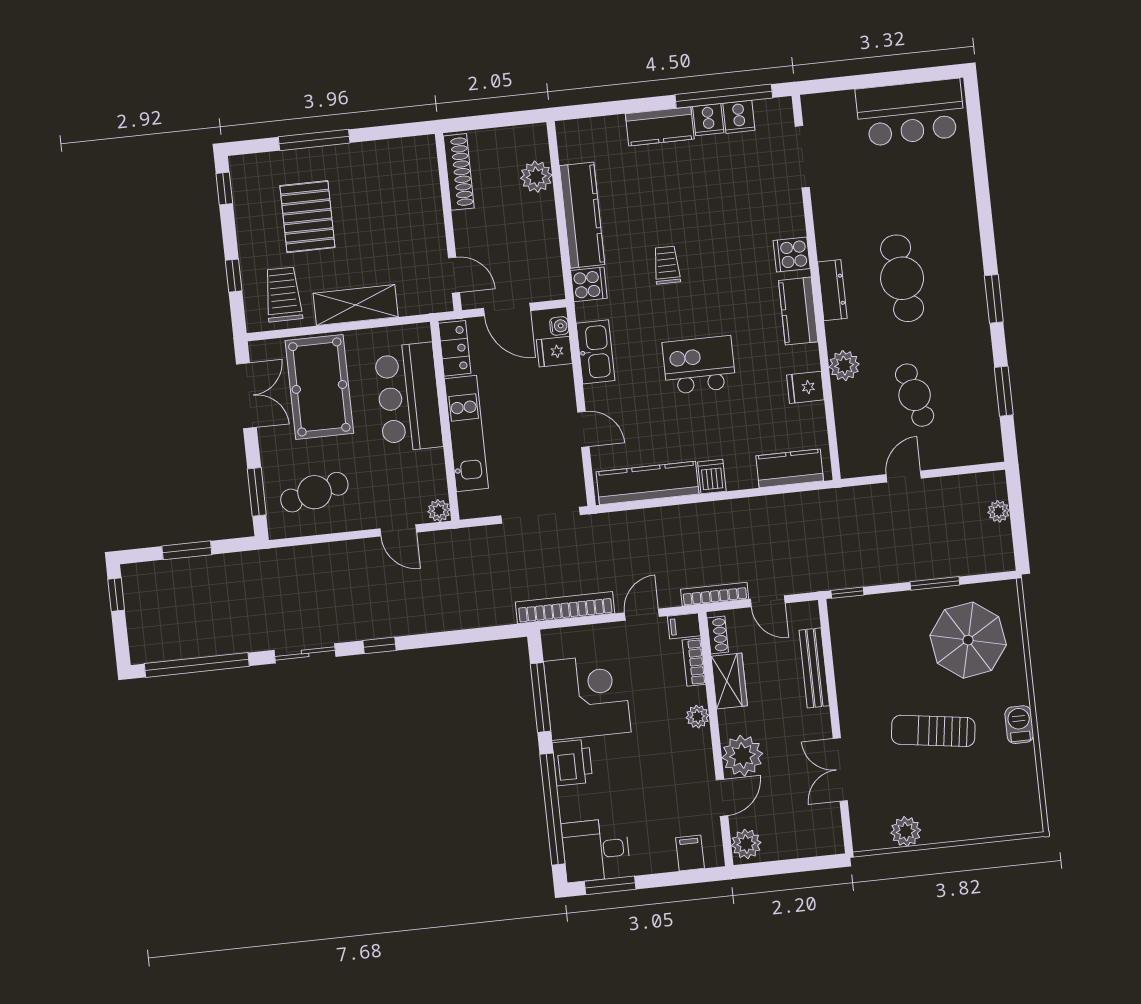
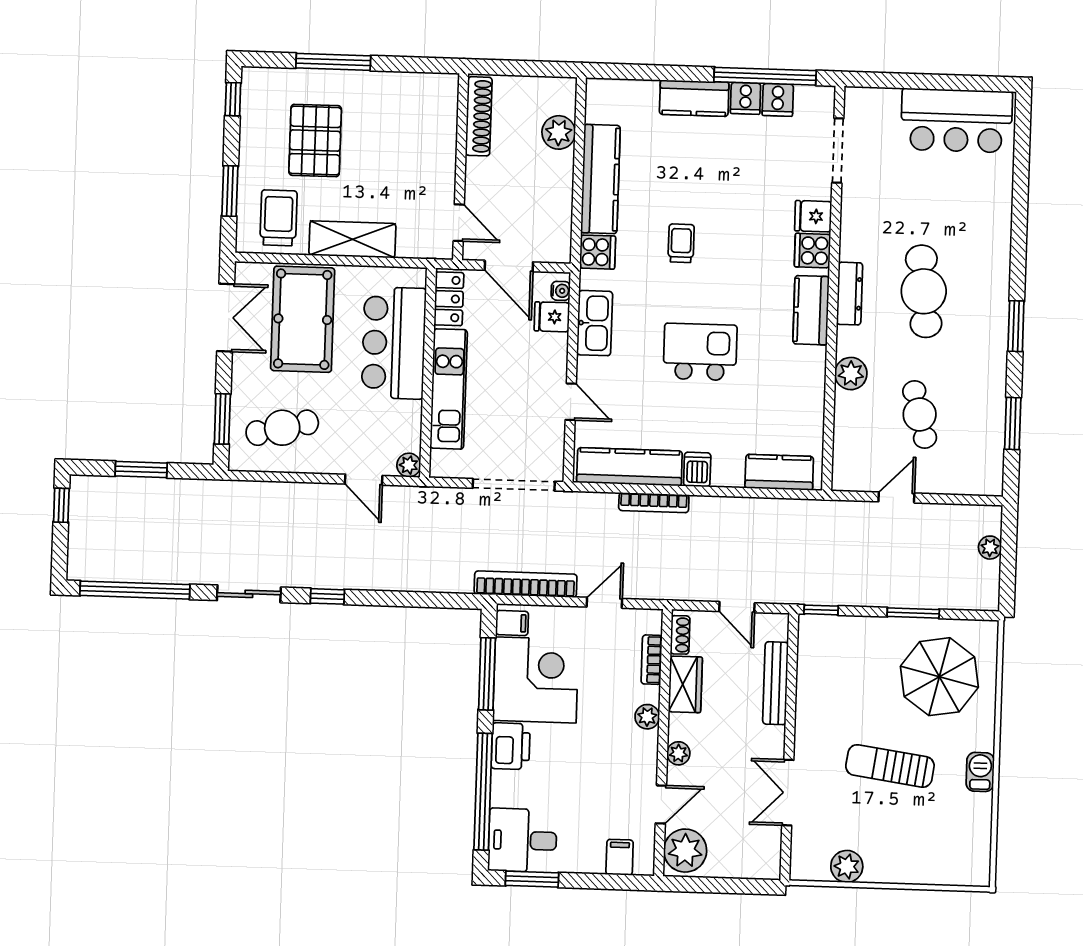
window: (234, 276) -> (230, 191), width x1.50
fridge: (805, 387) -> (813, 216), moved
bookcase: (715, 594) -> (654, 503), moved, turned 180
filing cabinet: (684, 626) -> (512, 623), moved, turned 180
plant: (742, 756) -> (678, 753), width x0.53, depth x0.53
plant: (746, 844) -> (685, 851), width x1.36, depth x1.36

